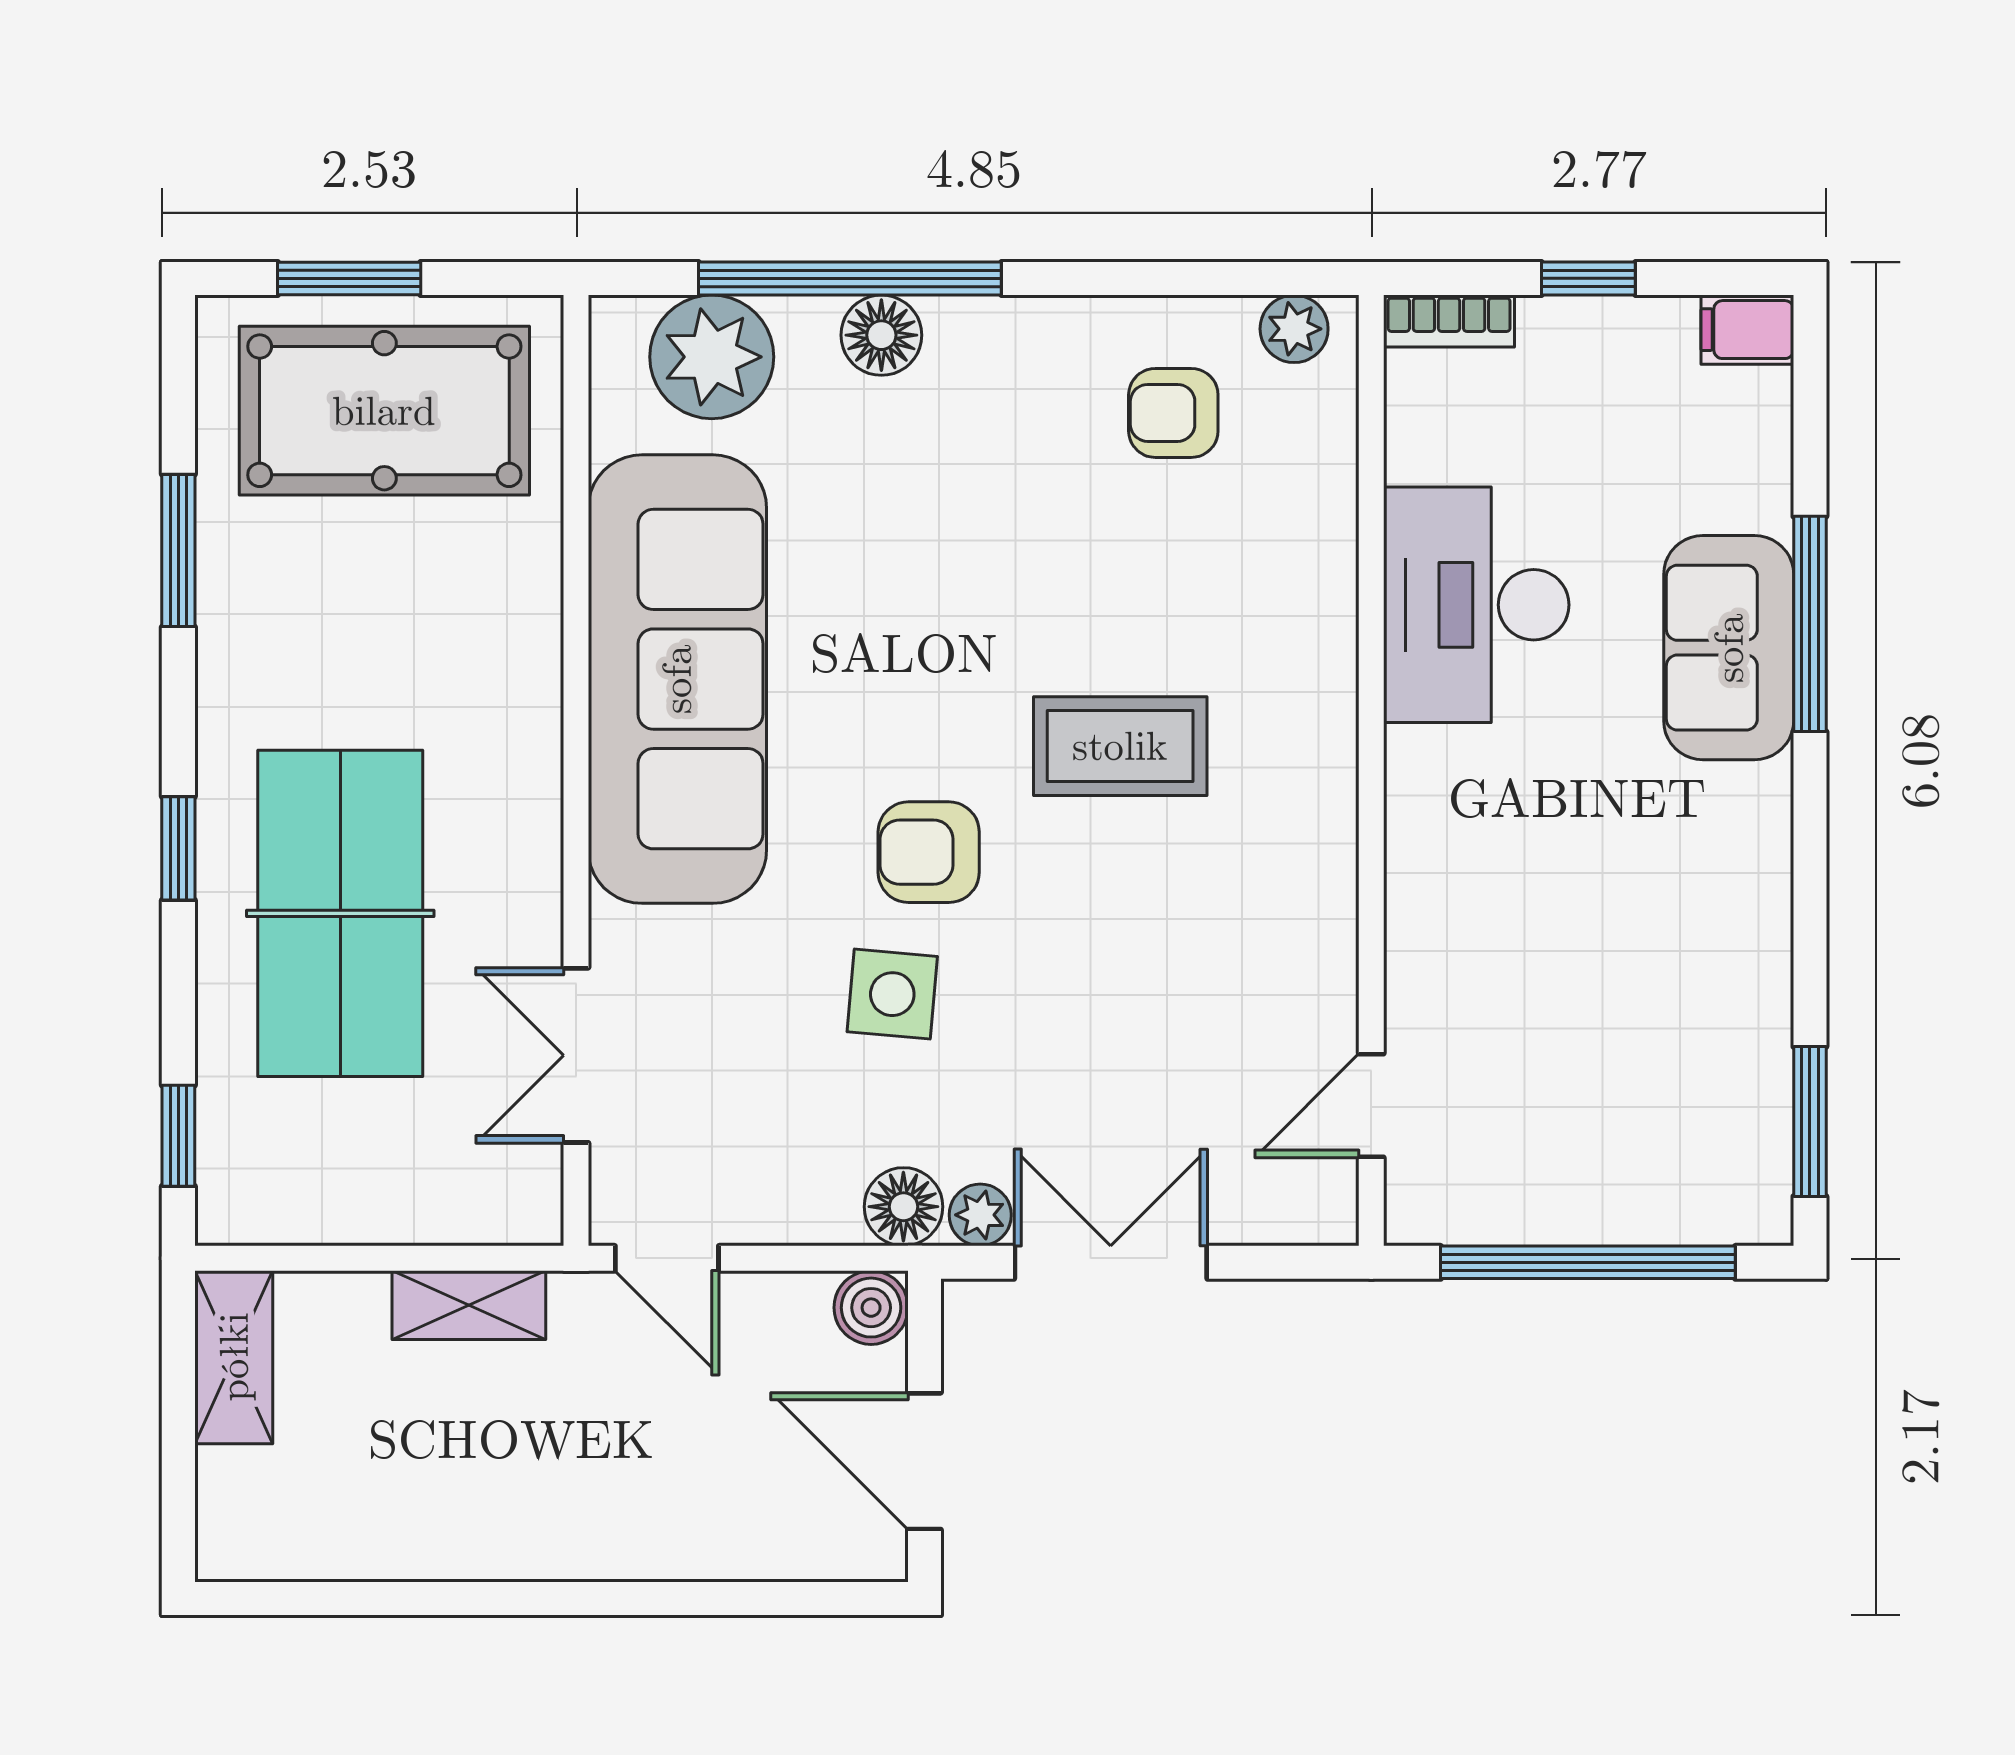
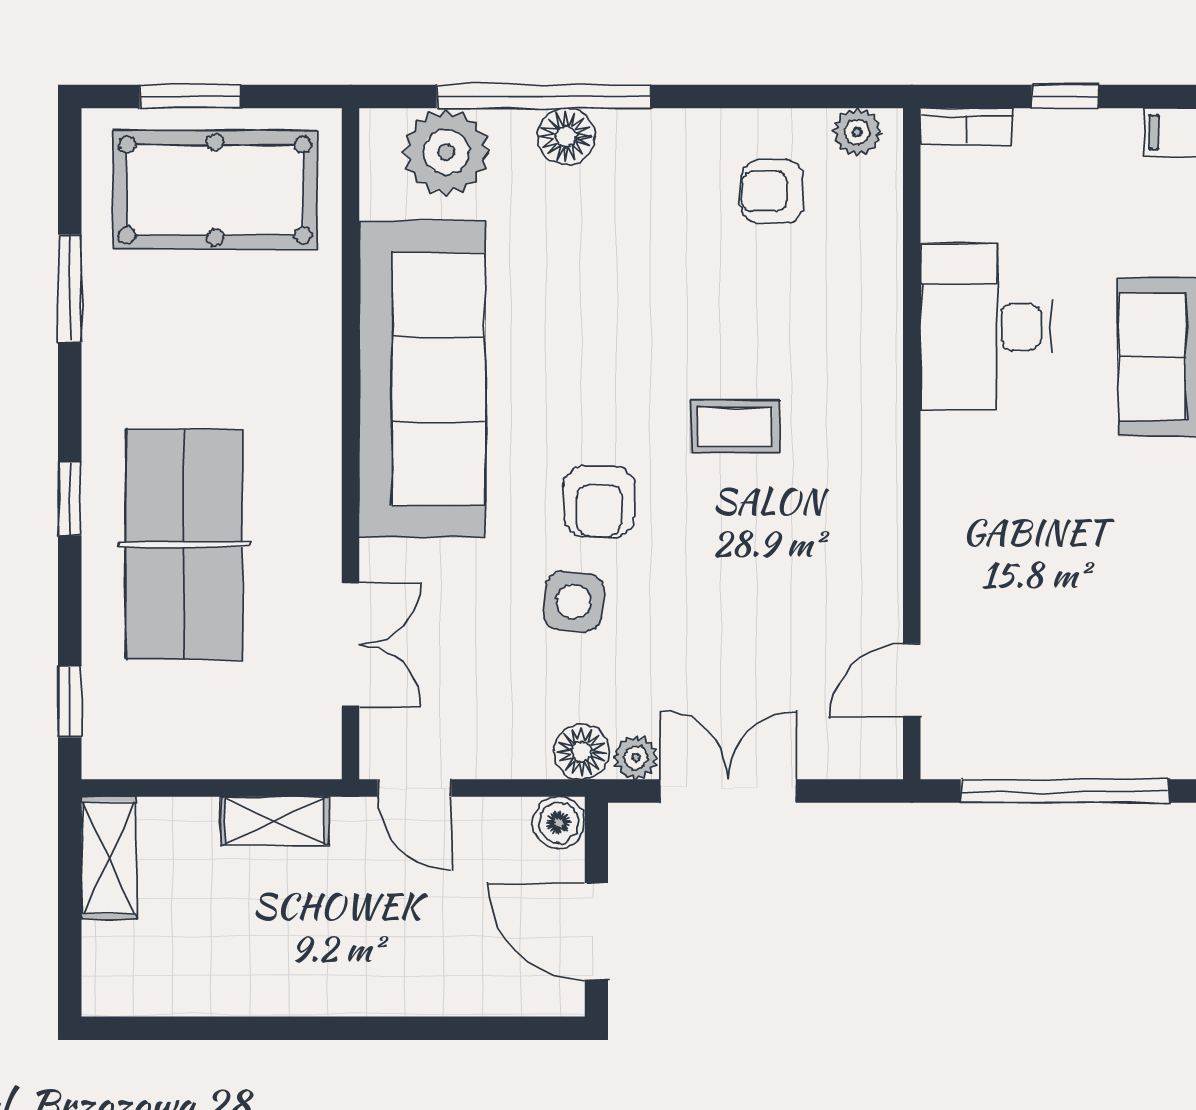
coffee table: (1120, 746) -> (735, 427), width x0.73, depth x0.77
armchair: (929, 852) -> (599, 501), turned -90
double door: (576, 1055) -> (350, 645), swing flipped

